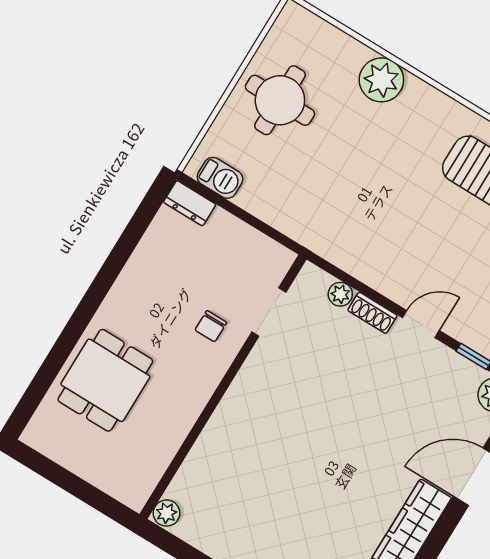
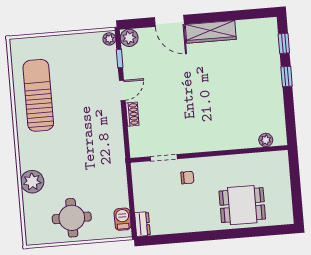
plant: (340, 294) -> (134, 133), removed
door: (421, 324) -> (122, 90), swing flipped
plant: (166, 513) -> (266, 140), moved

